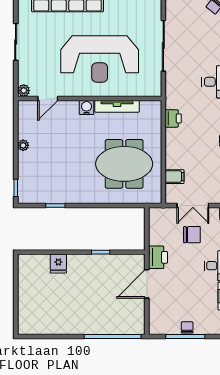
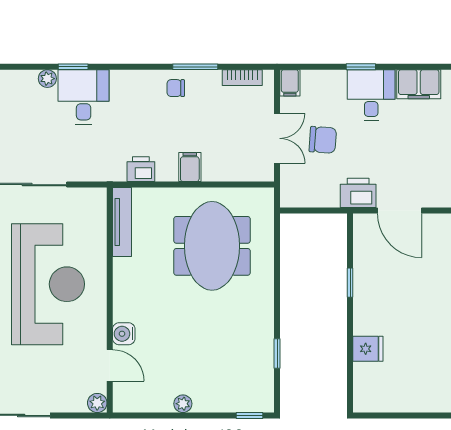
tv unit: (117, 106) -> (122, 222), moved
water cooler: (87, 107) -> (124, 334), moved
filing cabinet: (175, 177) -> (190, 167), moved
chair: (192, 235) -> (323, 140), turned 94

